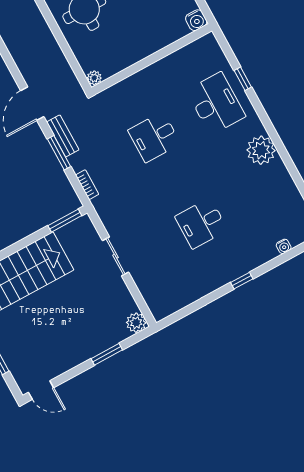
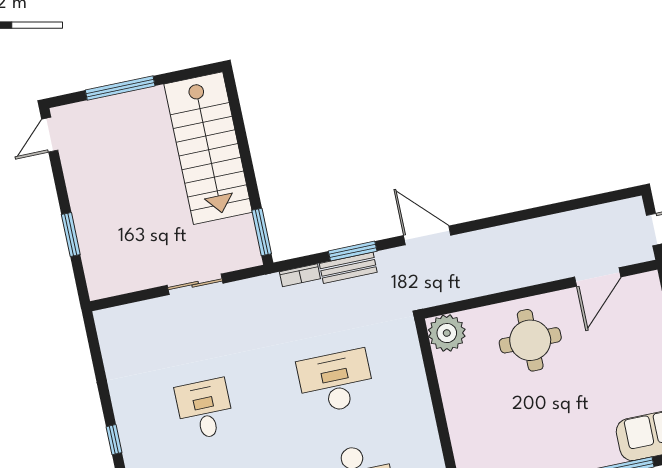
plant: (94, 78) -> (447, 333), width x1.87, depth x1.87
bench: (63, 136) -> (348, 268), moved
desk: (154, 137) -> (336, 382), width x1.37
plant: (136, 323) -> (100, 285), removed

